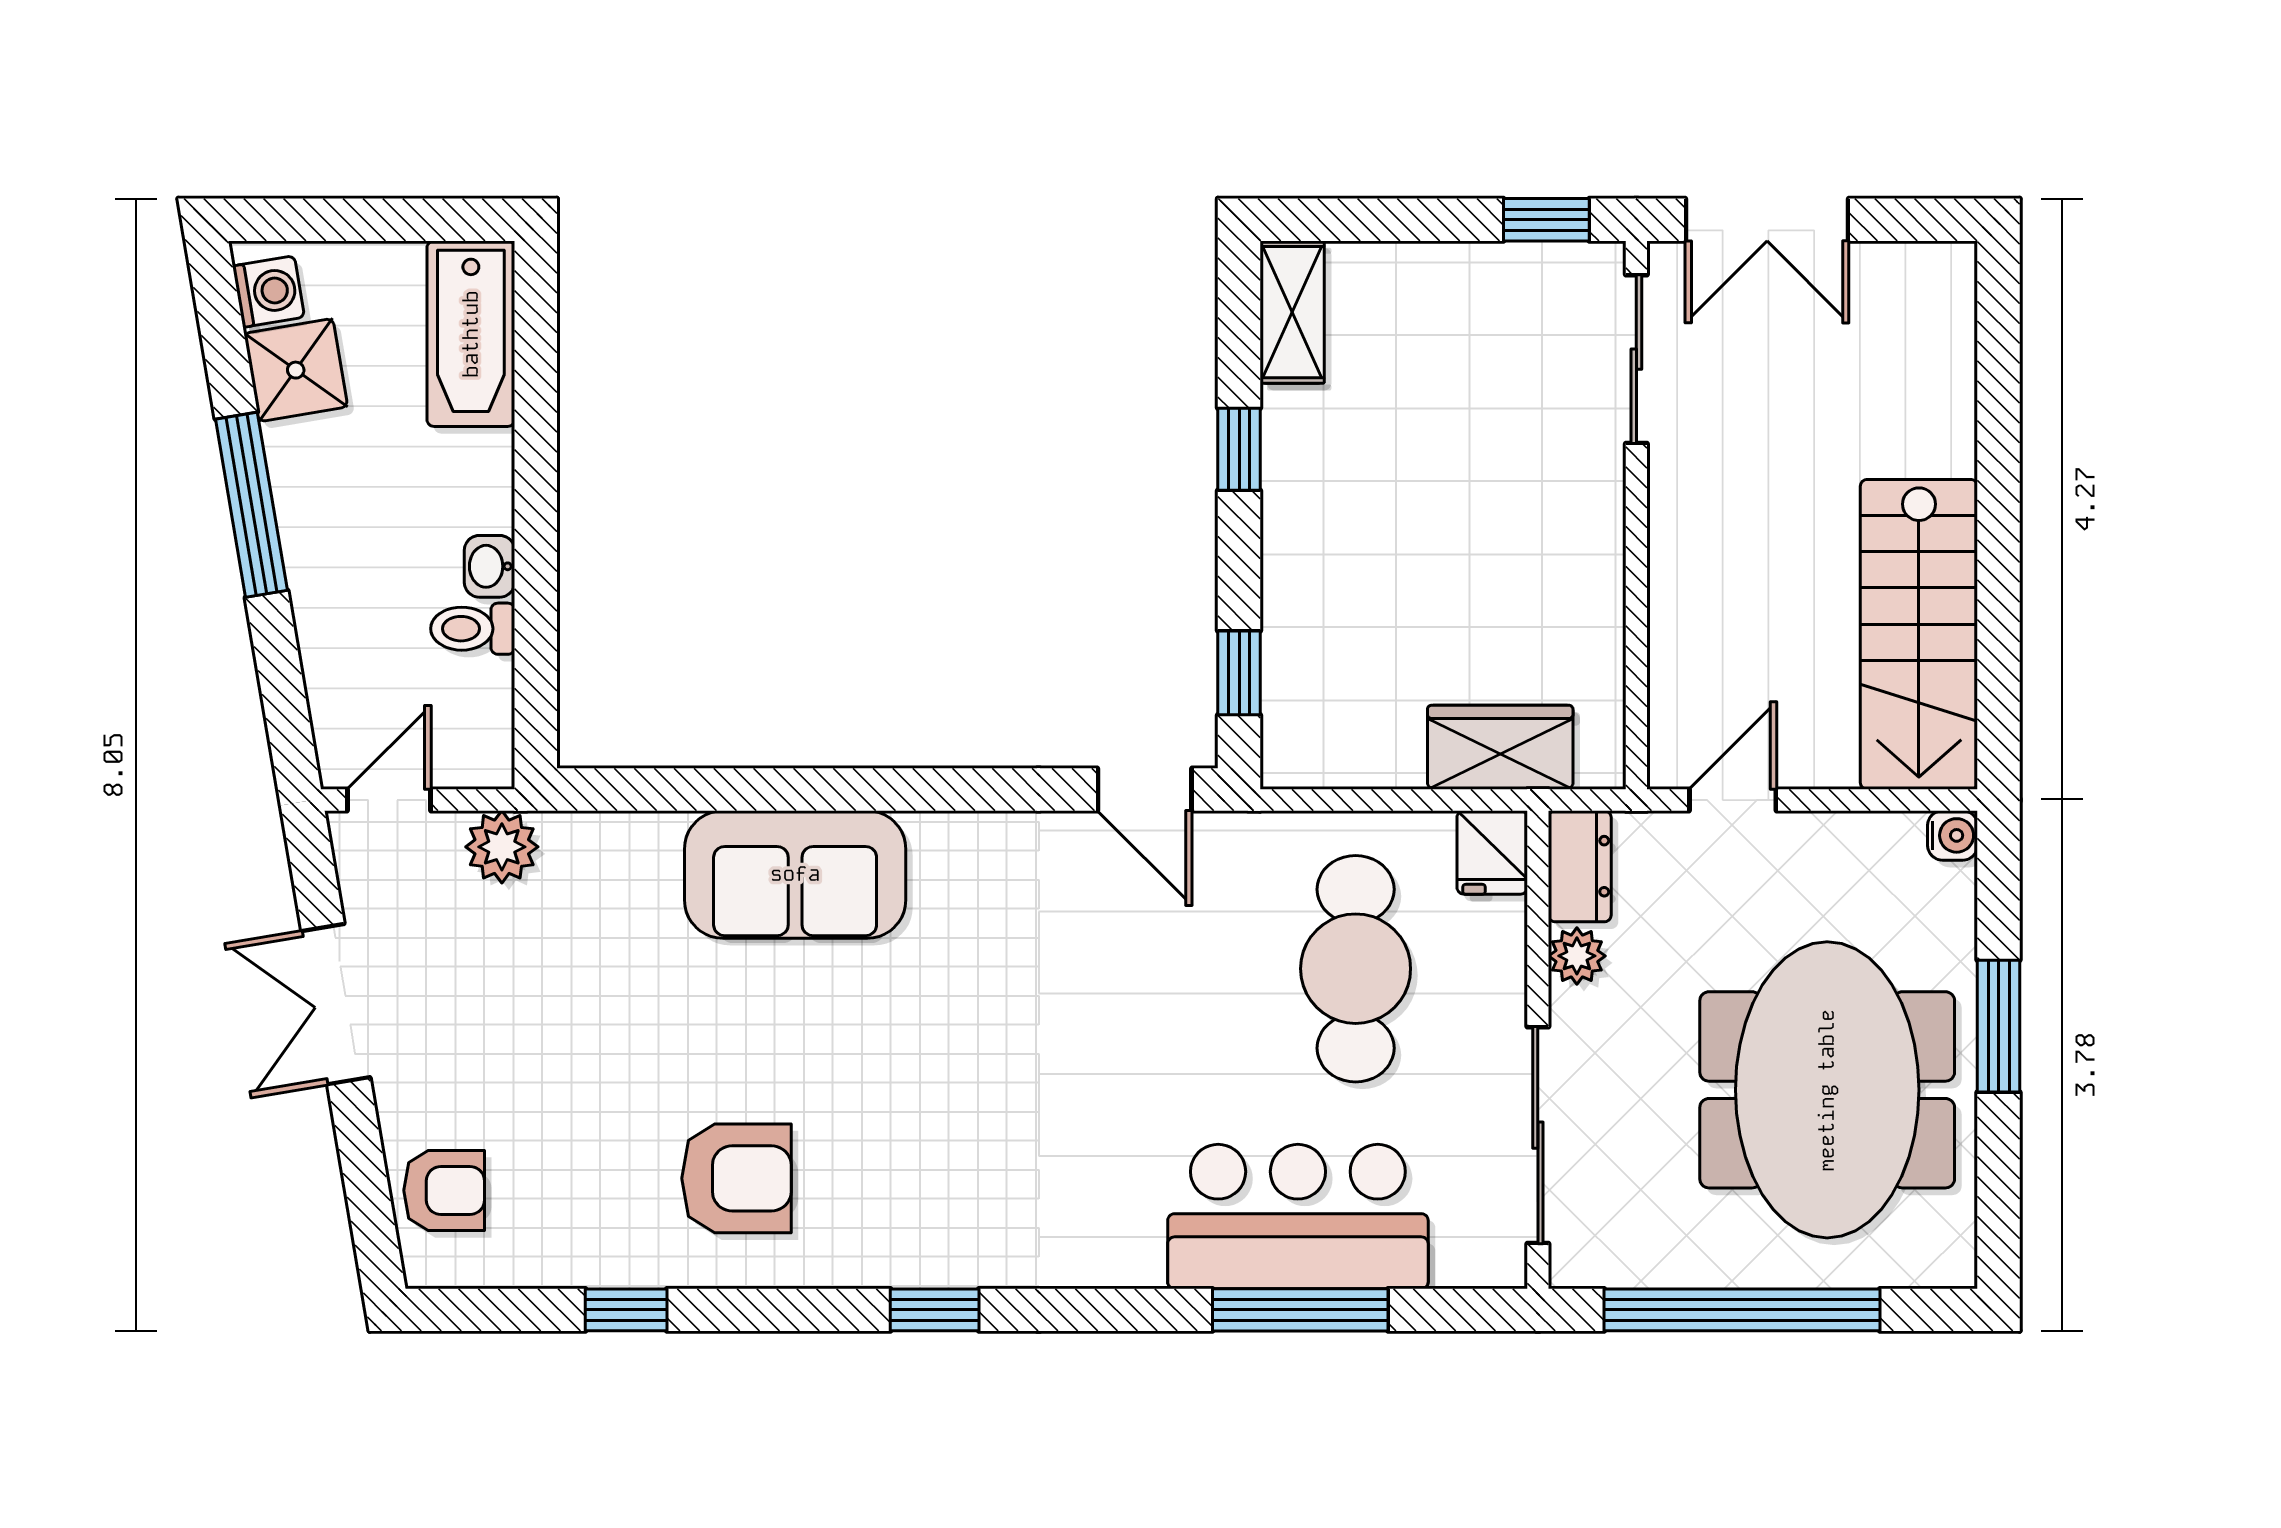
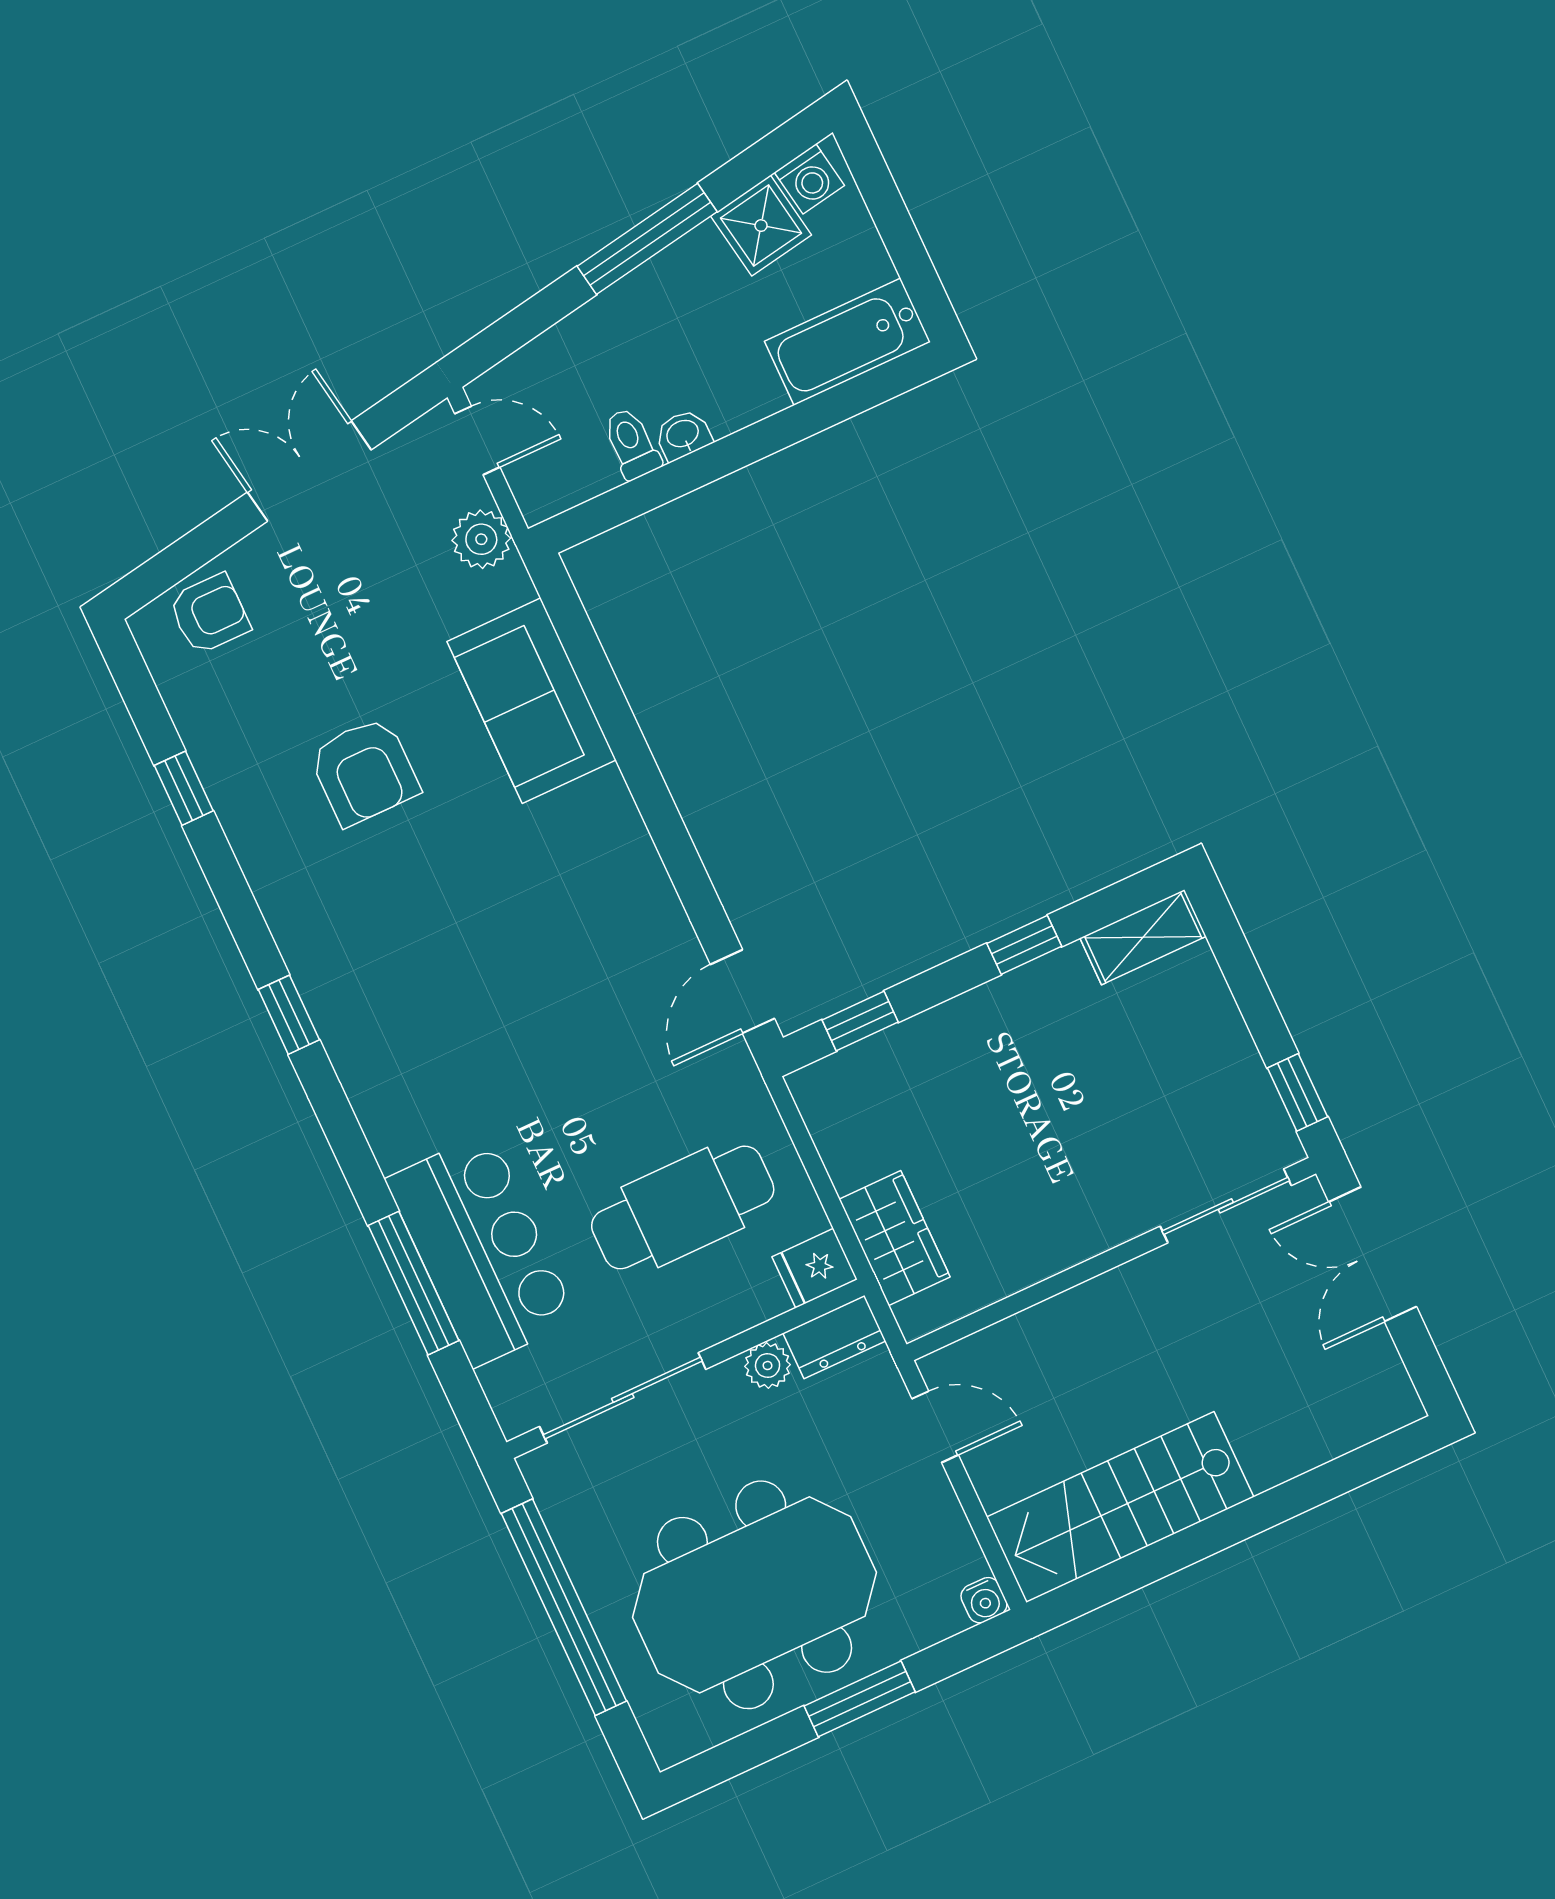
sofa: (795, 874) -> (532, 701), moved
armchair: (737, 1178) -> (364, 771), moved
armchair: (444, 1190) -> (209, 614), turned -90

